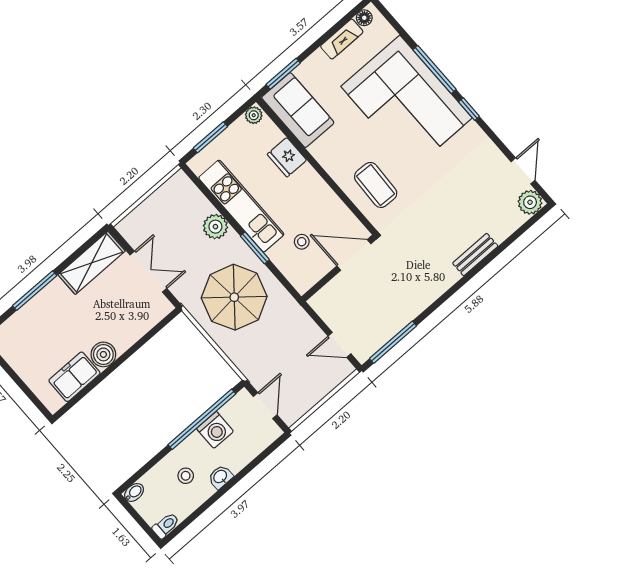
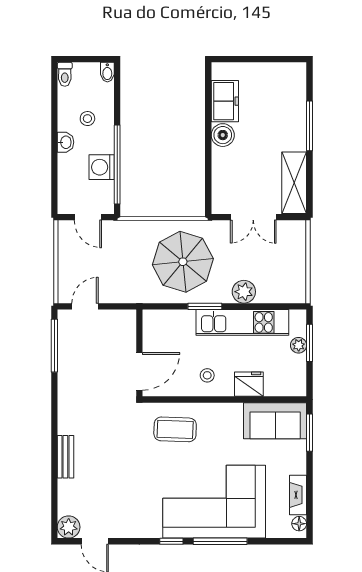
plant: (254, 115) -> (299, 345), moved
stool: (302, 242) -> (207, 375), moved

